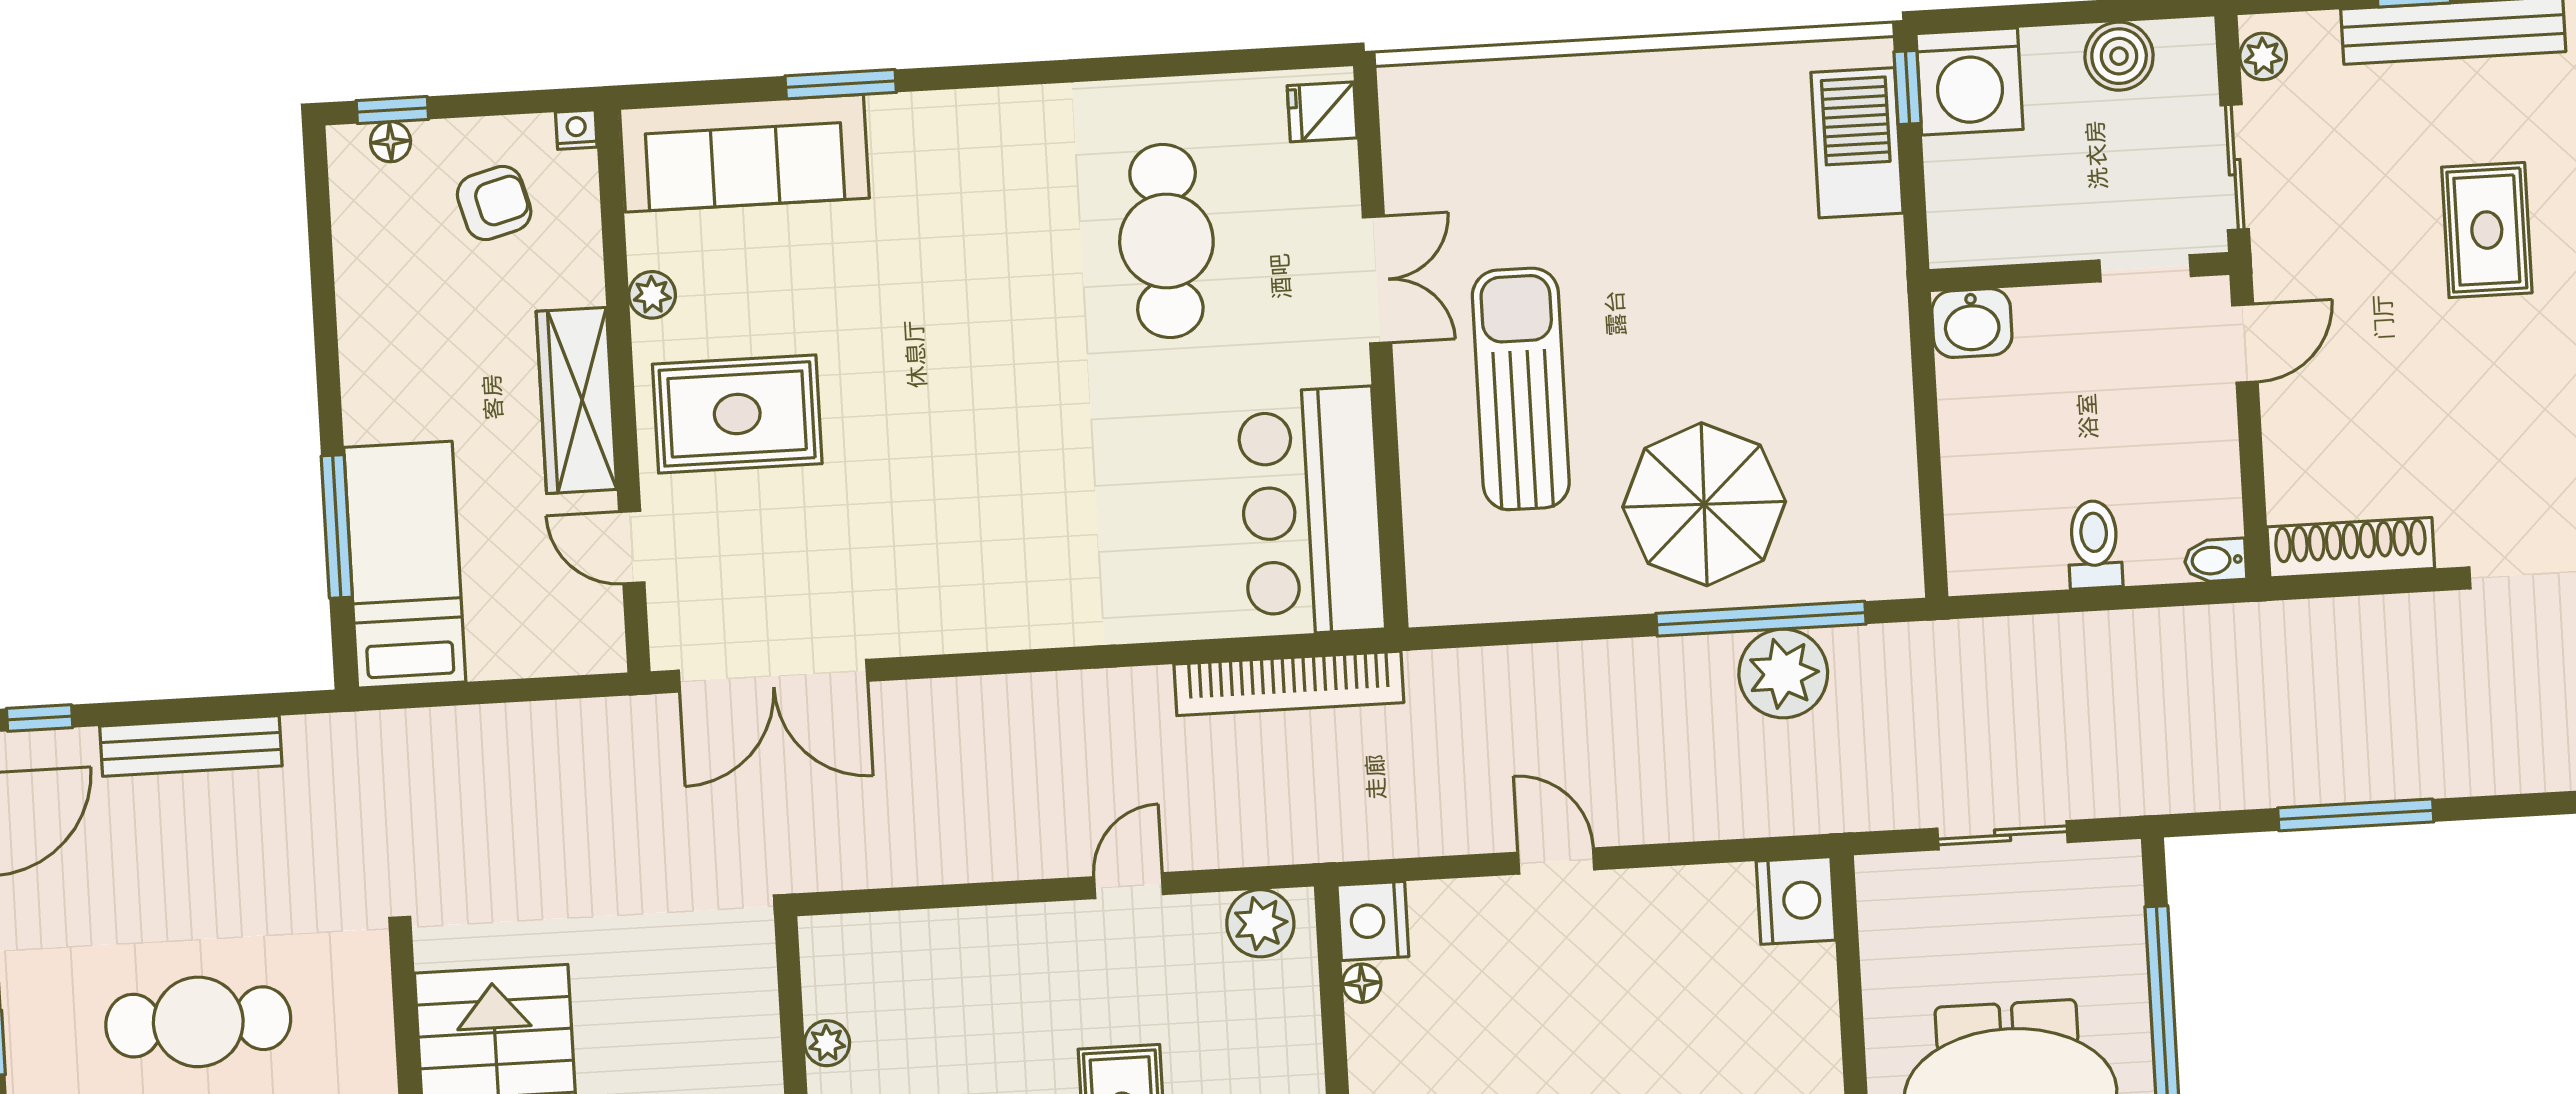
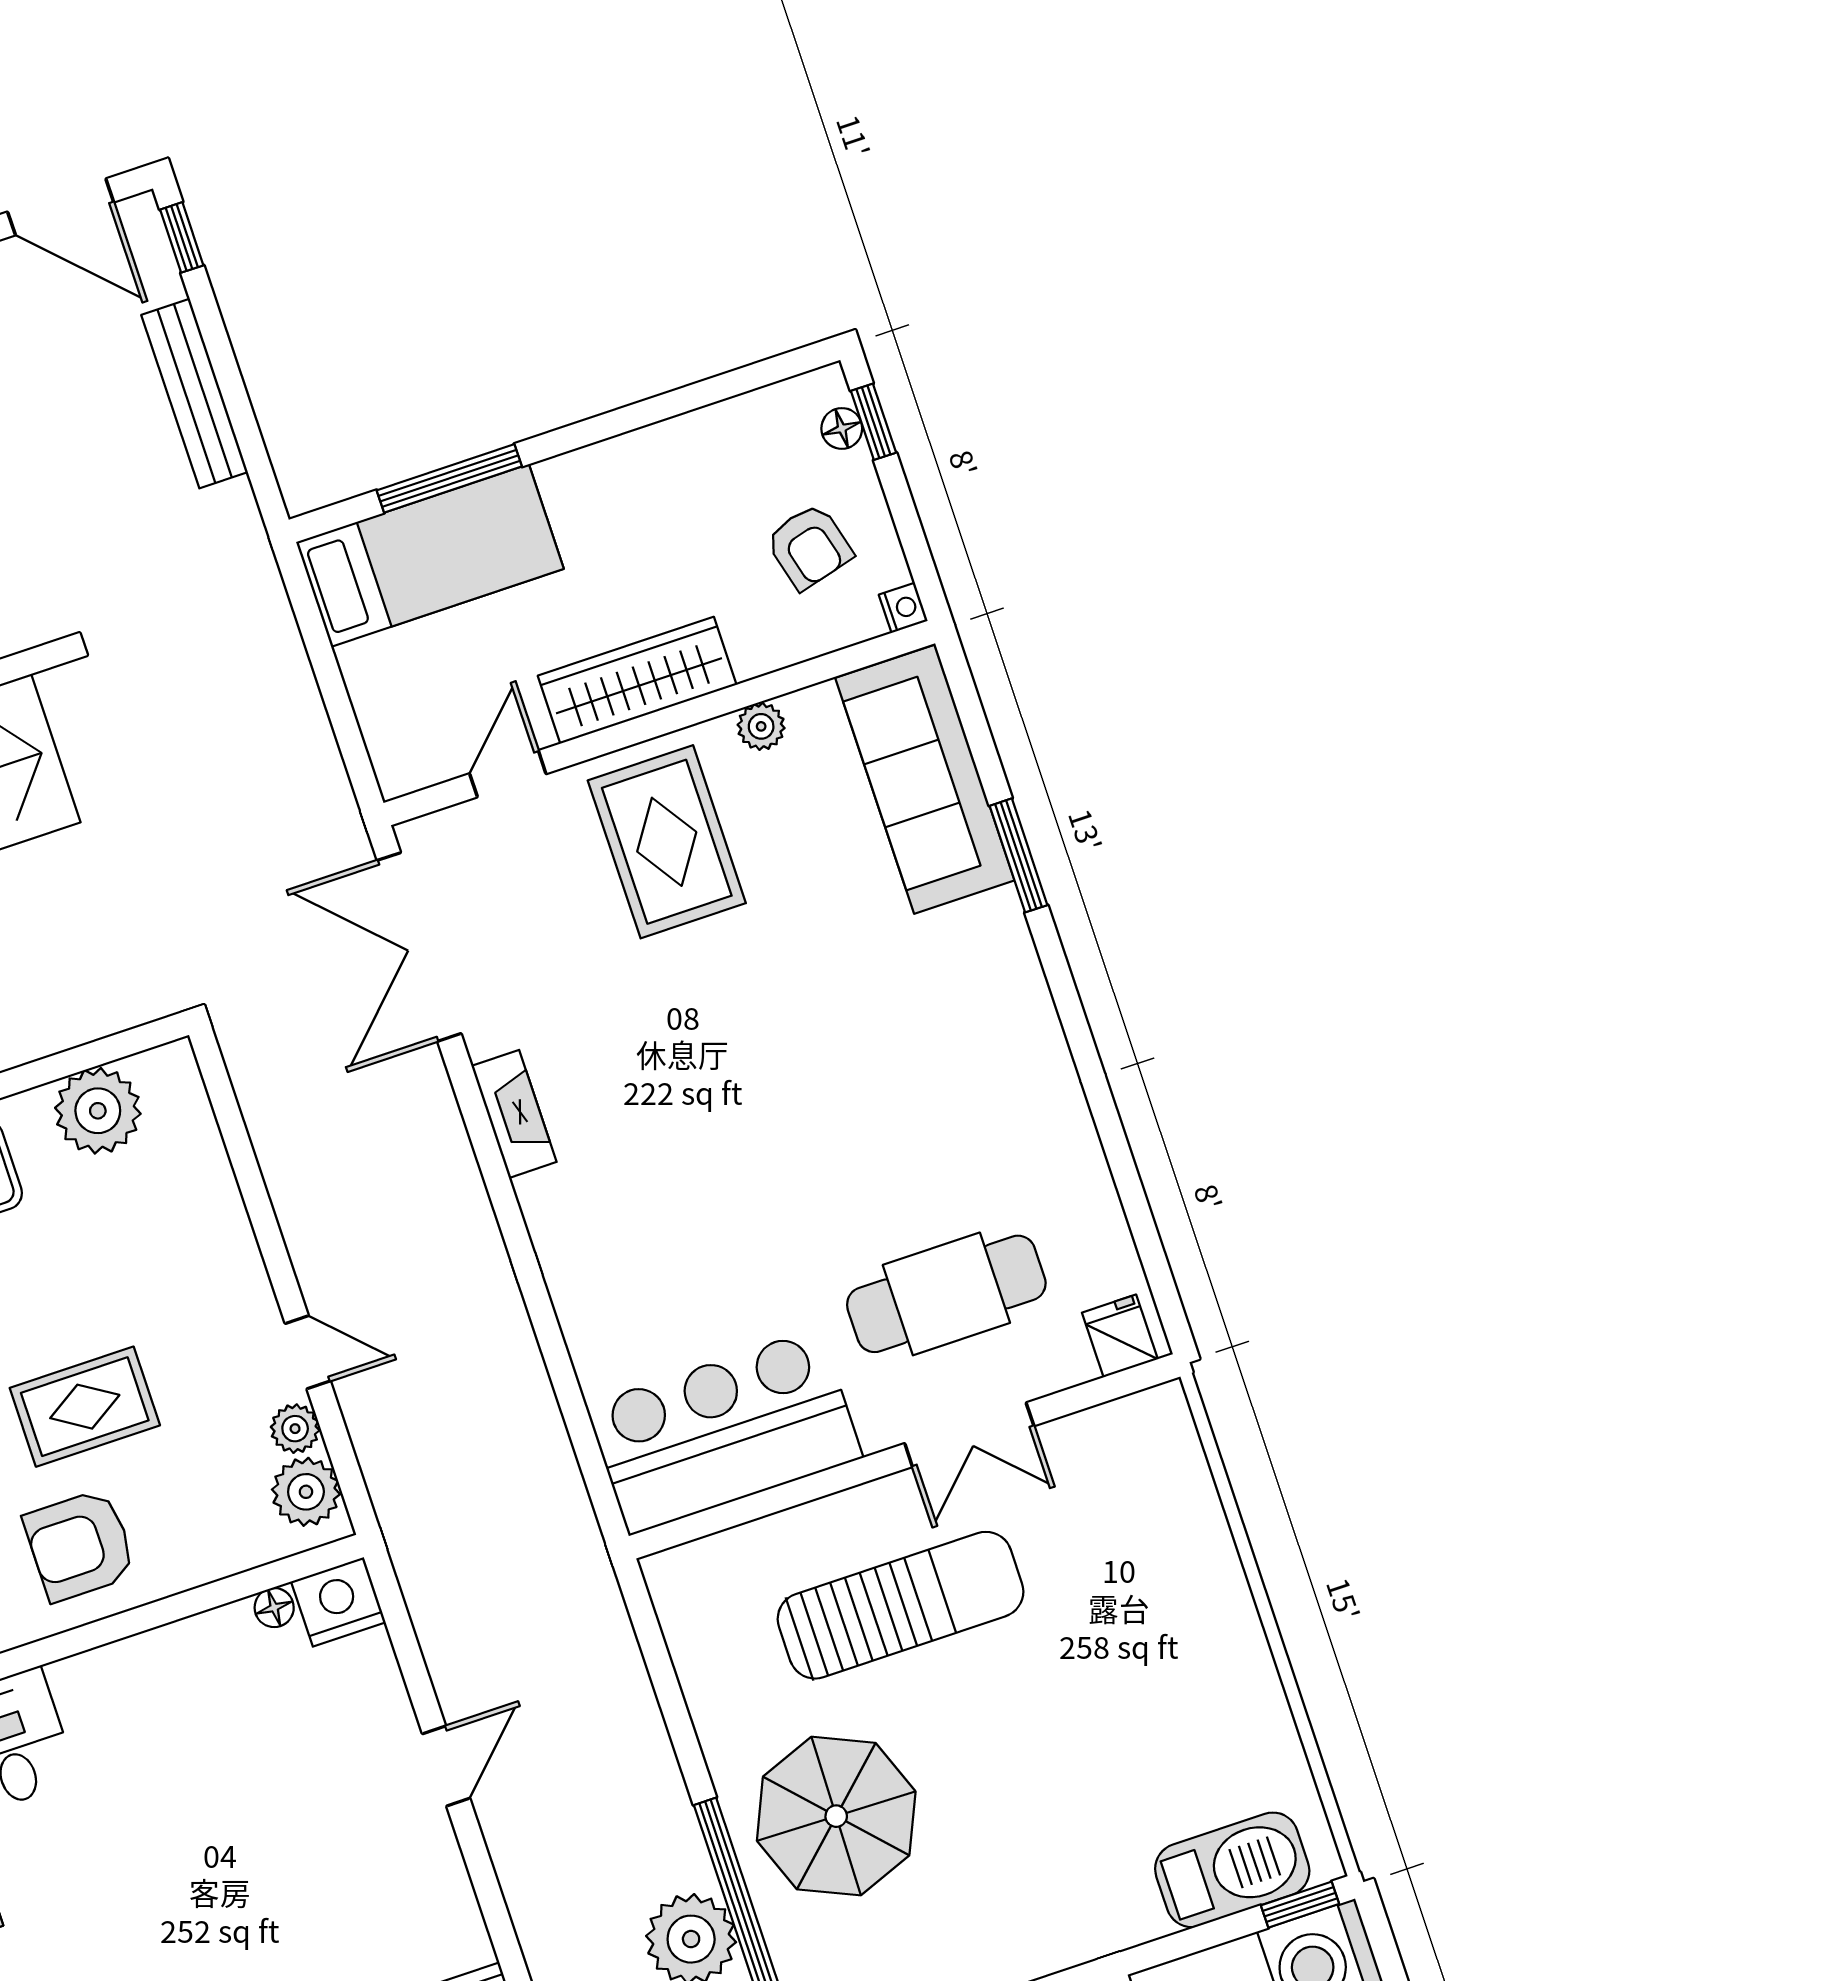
cafe table: (1166, 241) -> (946, 1294), moved
fireplace: (956, 629) -> (514, 1114), added
bookcase: (1289, 683) -> (549, 1456), removed
plant: (1198, 917) -> (295, 1429), added
plant: (827, 1043) -> (98, 1111), width x1.87, depth x1.87

